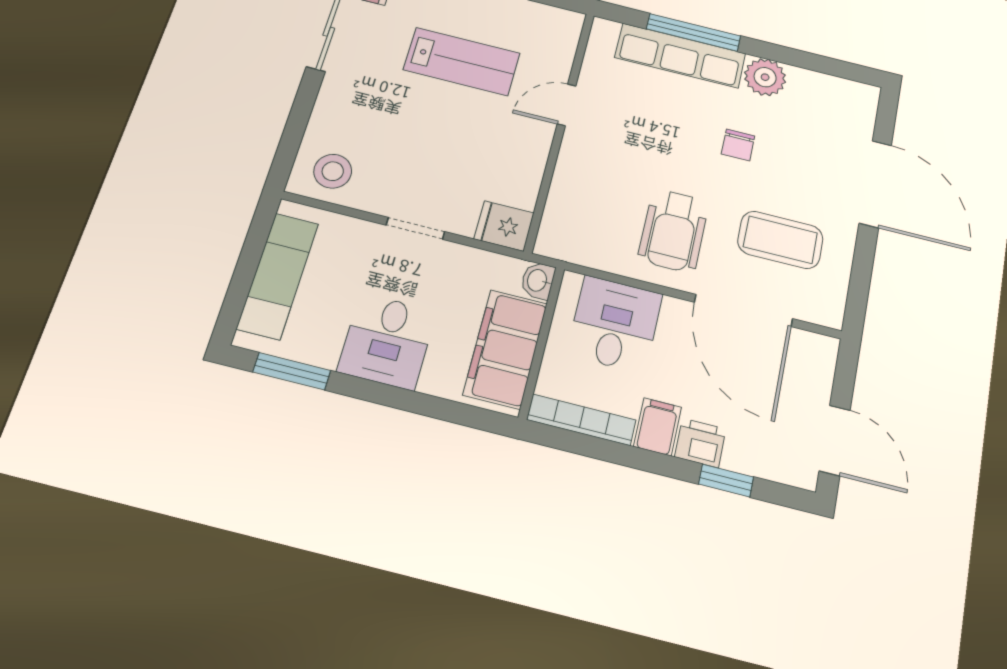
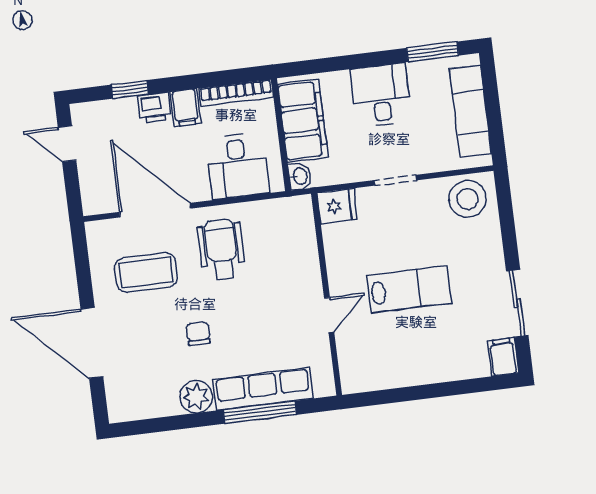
lab bench: (462, 61) -> (409, 289), moved, turned 180
stool: (333, 171) -> (468, 199), width x1.38, depth x1.38
door: (835, 440) -> (67, 144), width x0.73

